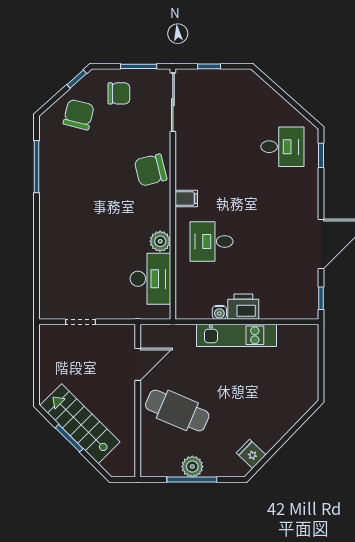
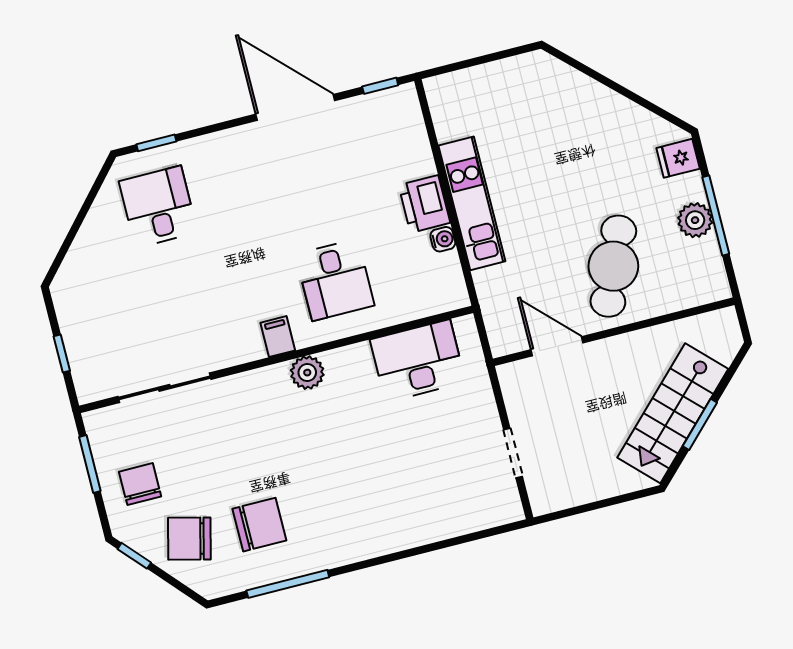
sliding door: (173, 102) -> (164, 388), moved
chair: (151, 170) -> (259, 525), moved, turned -76
plant: (160, 241) -> (307, 373), moved
fridge: (251, 454) -> (678, 158), moved, turned 46

